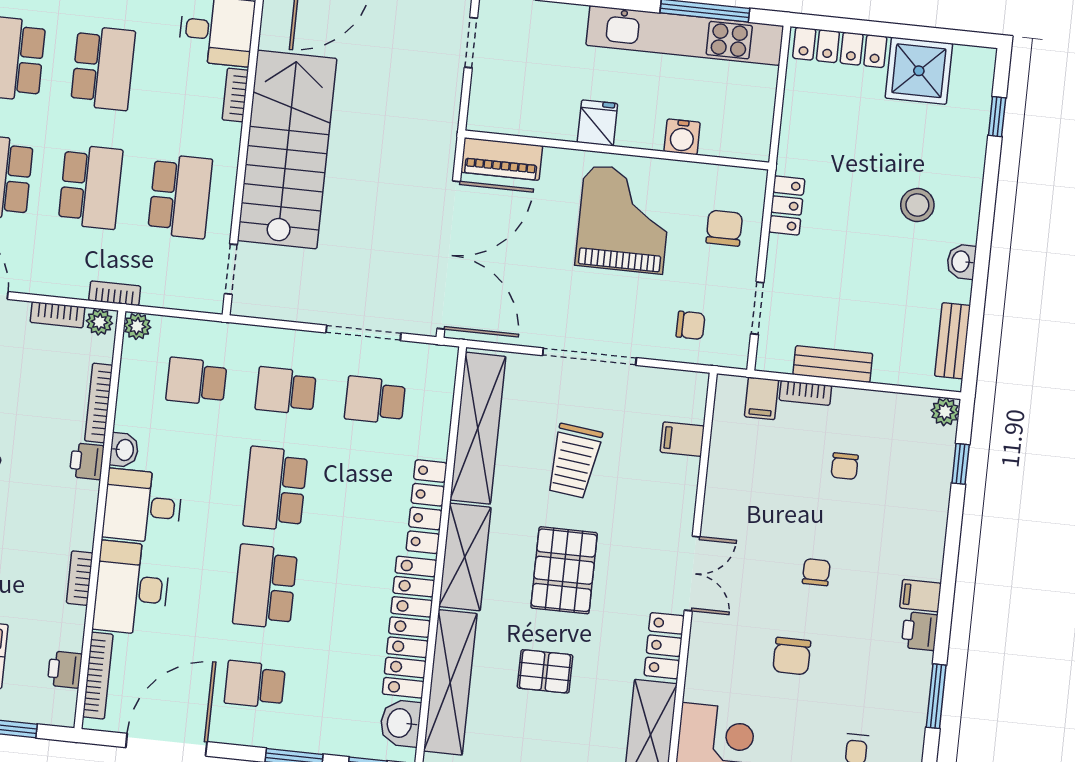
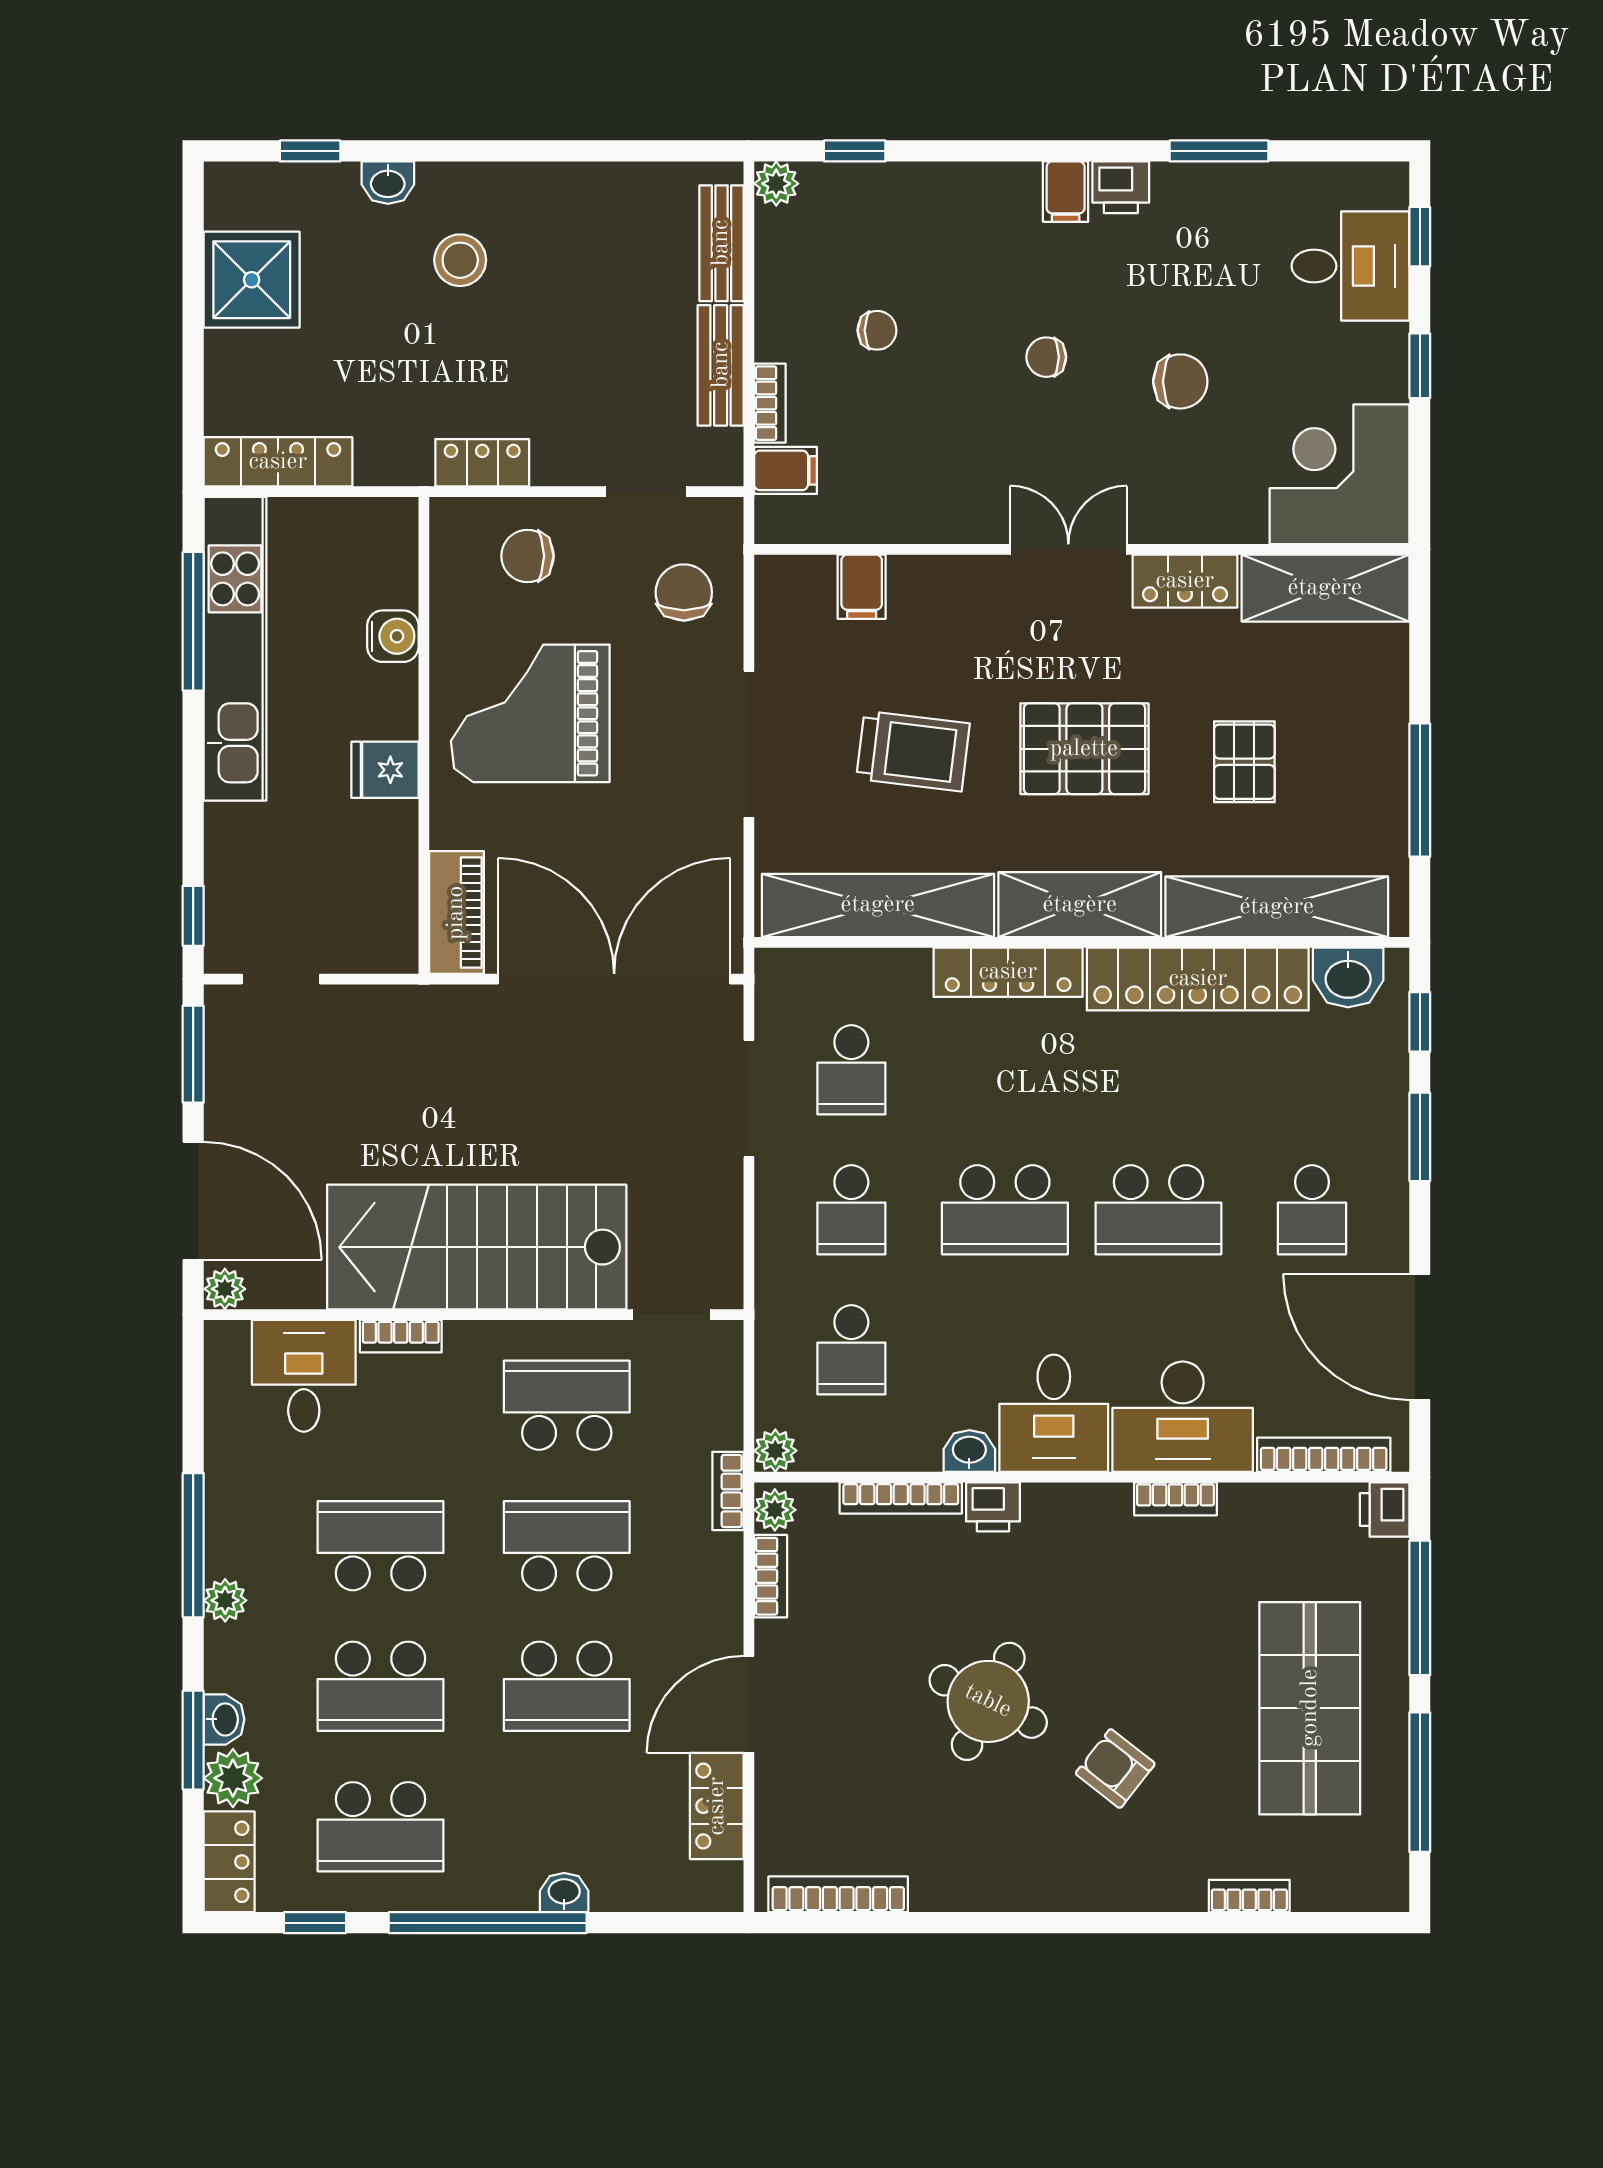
locker: (840, 47) -> (278, 462), moved, turned -90
washbasin: (961, 262) -> (388, 183), moved
chair: (691, 325) -> (684, 592), width x1.37, depth x1.37
bench: (953, 341) -> (721, 243), moved, turned 90
printer: (65, 670) -> (1385, 1510), moved, turned 90

